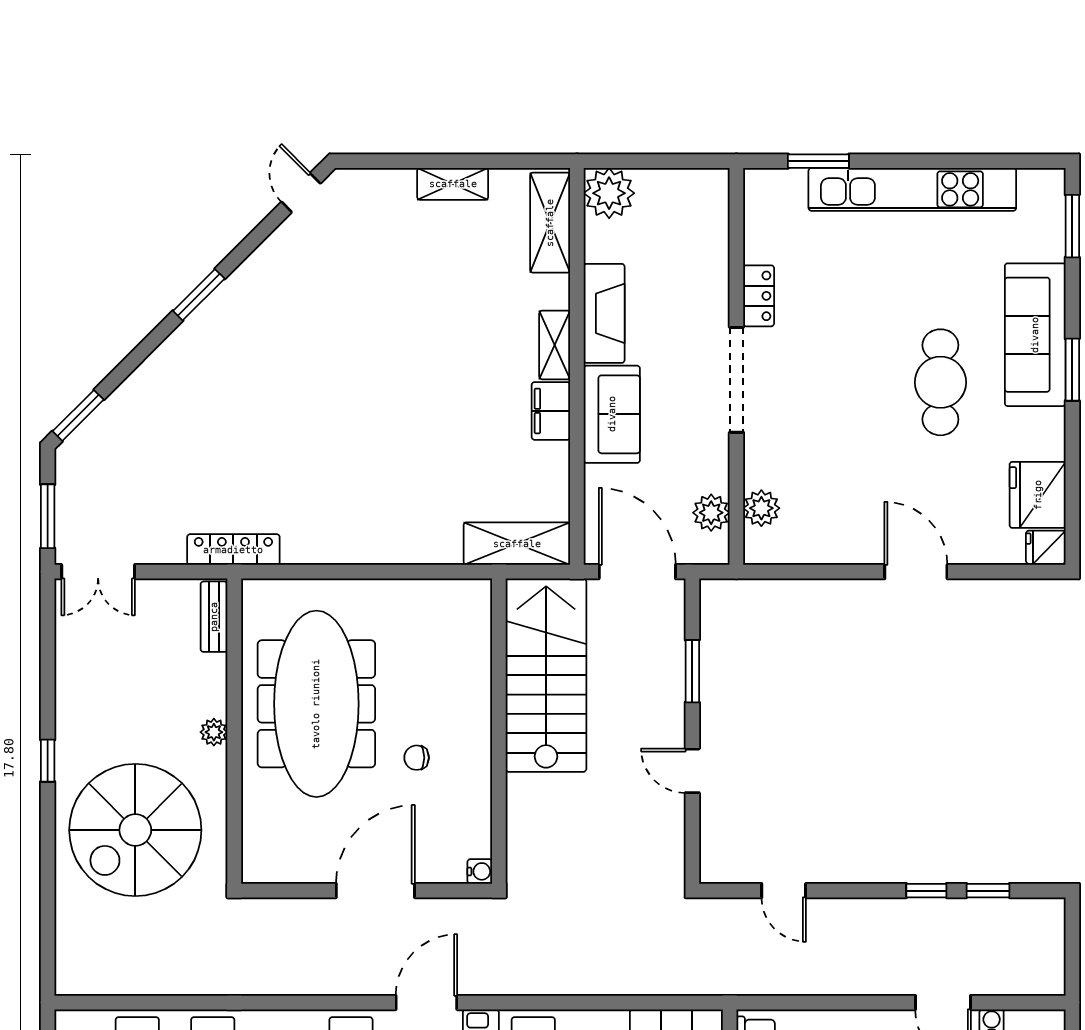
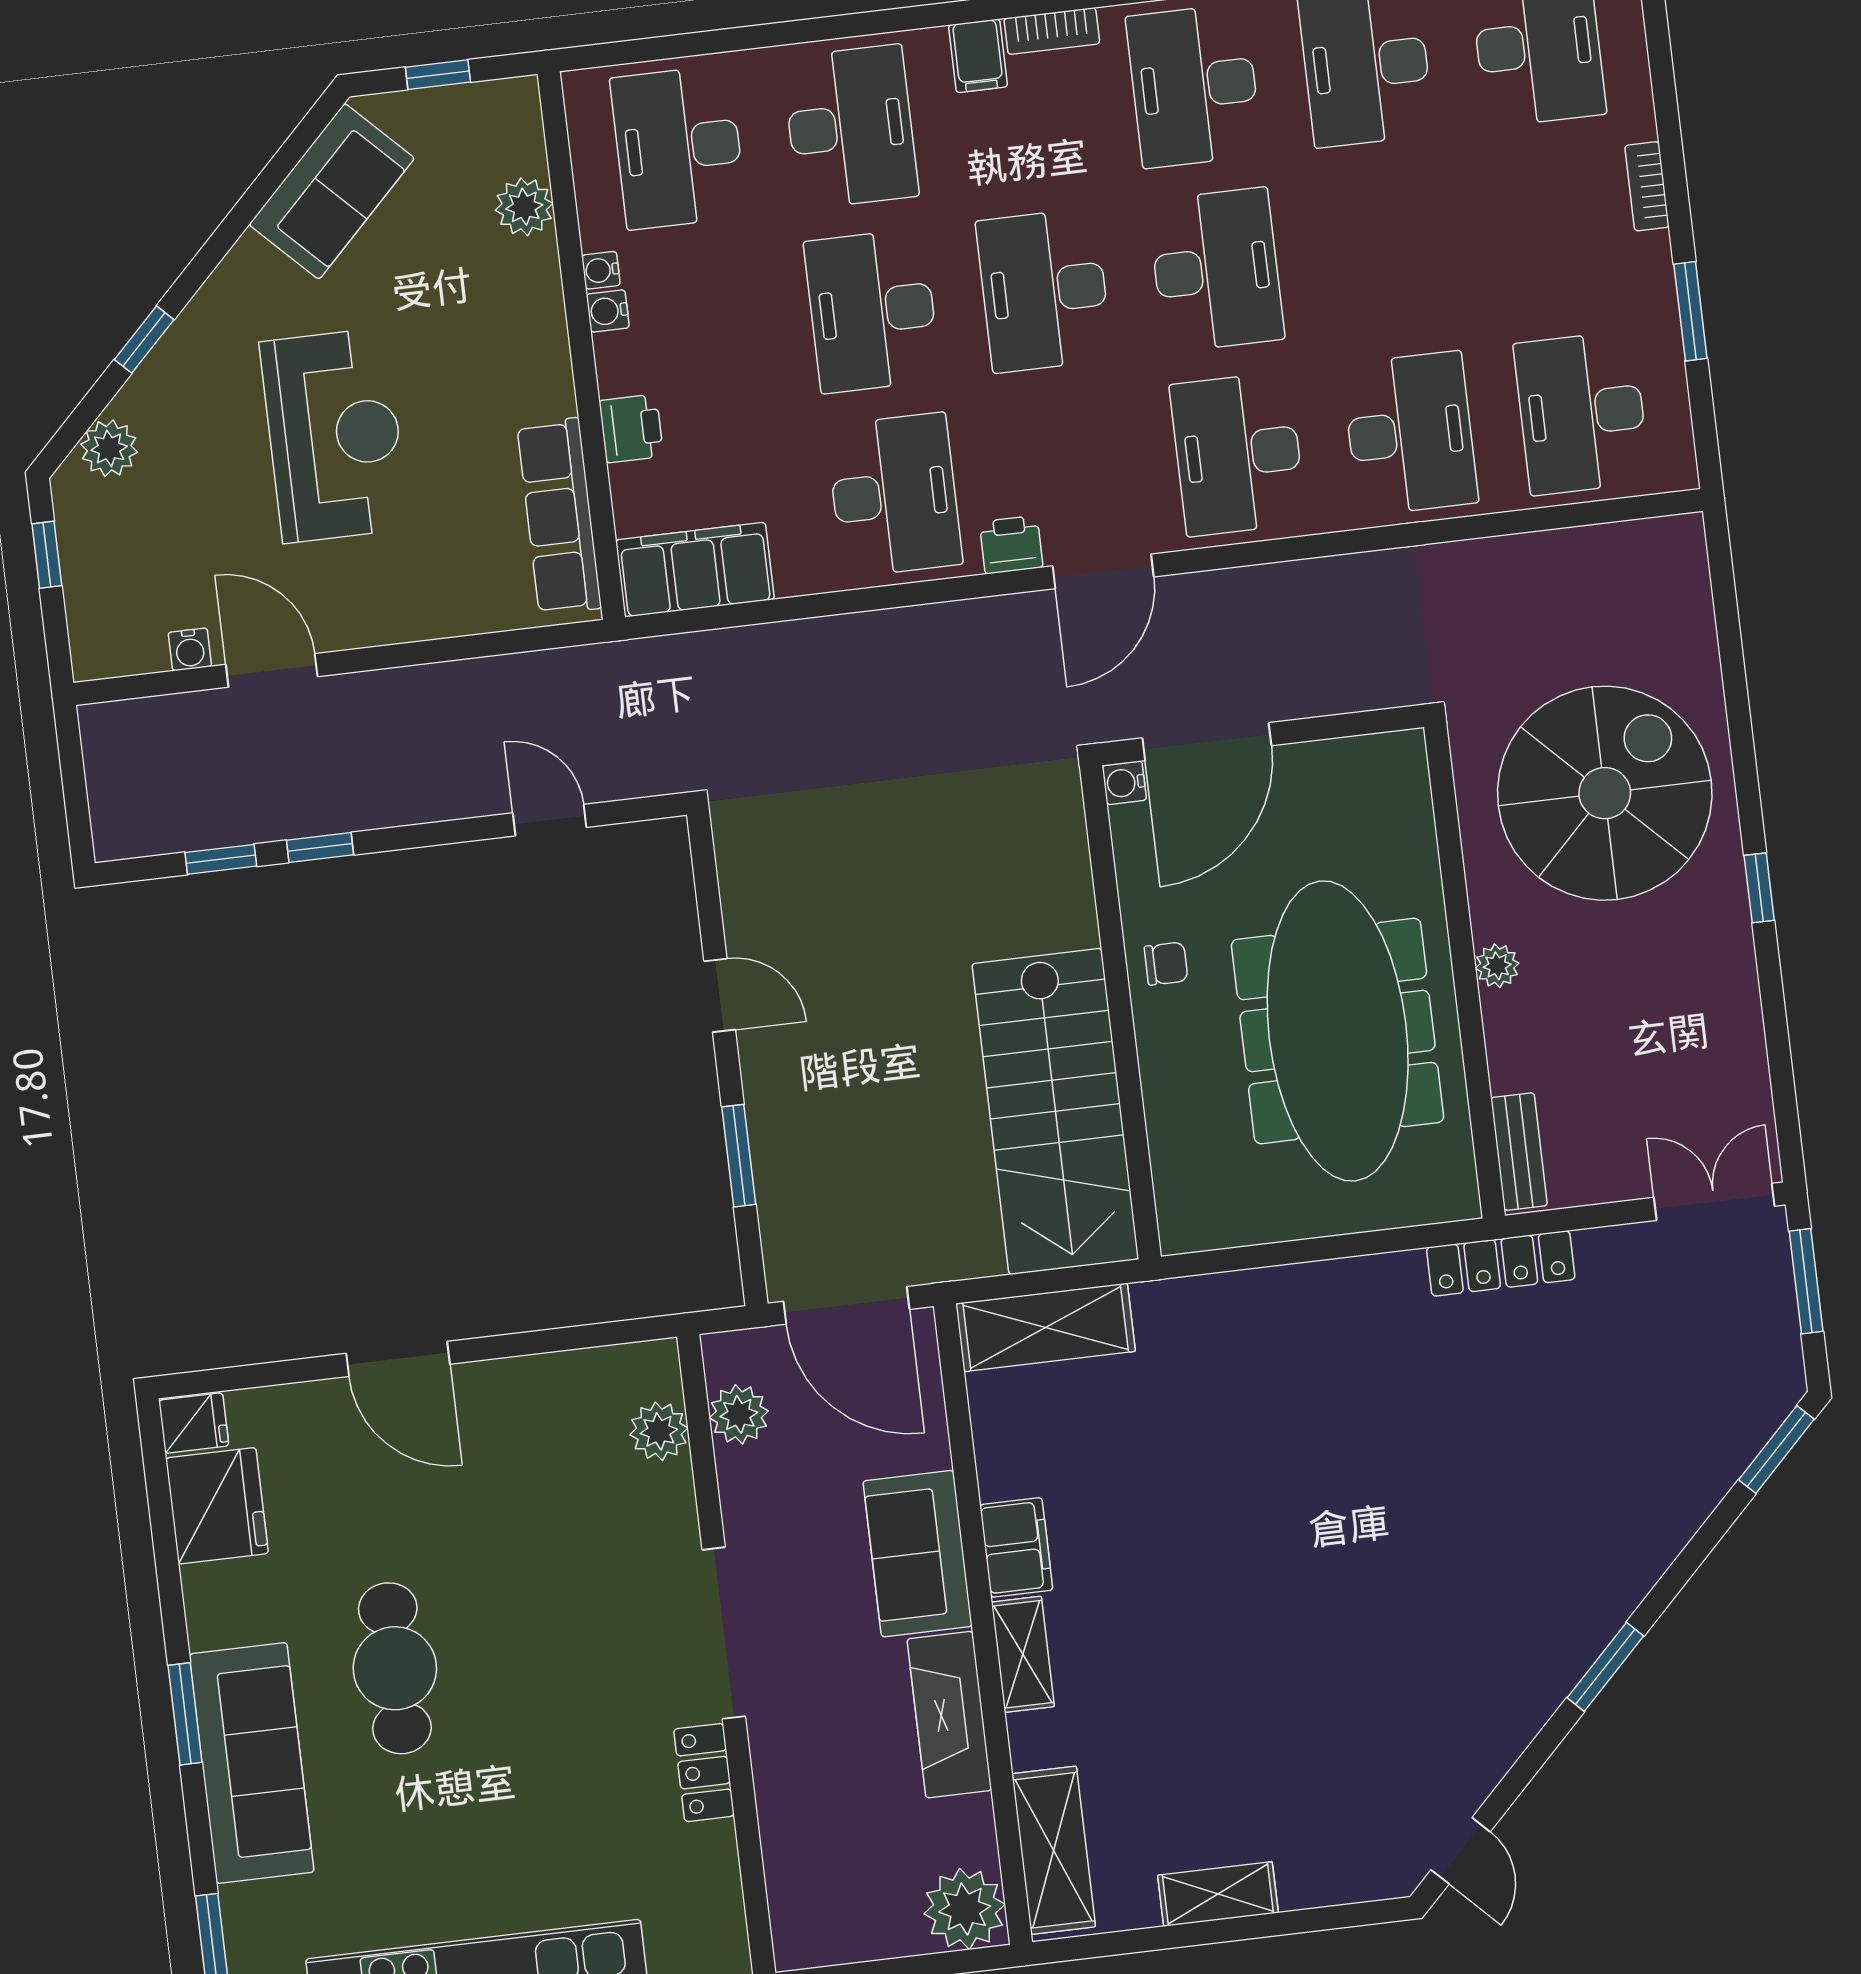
stairs: (546, 675) -> (1055, 1111), moved
wall: (499, 731) -> (1120, 1012), moved
water cooler: (480, 871) -> (1124, 783), moved

